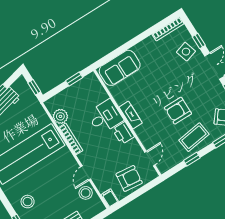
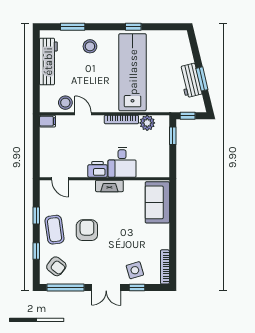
window: (74, 79) -> (173, 136), moved
armchair: (129, 178) -> (54, 149), removed

